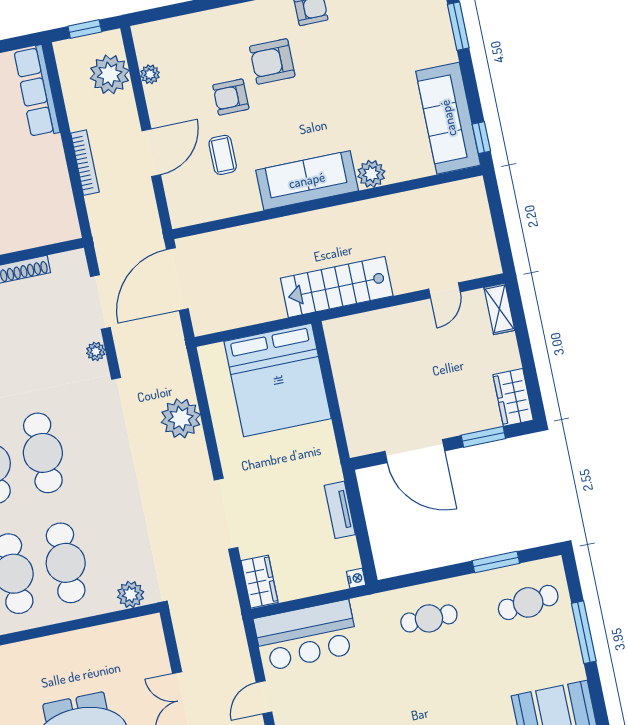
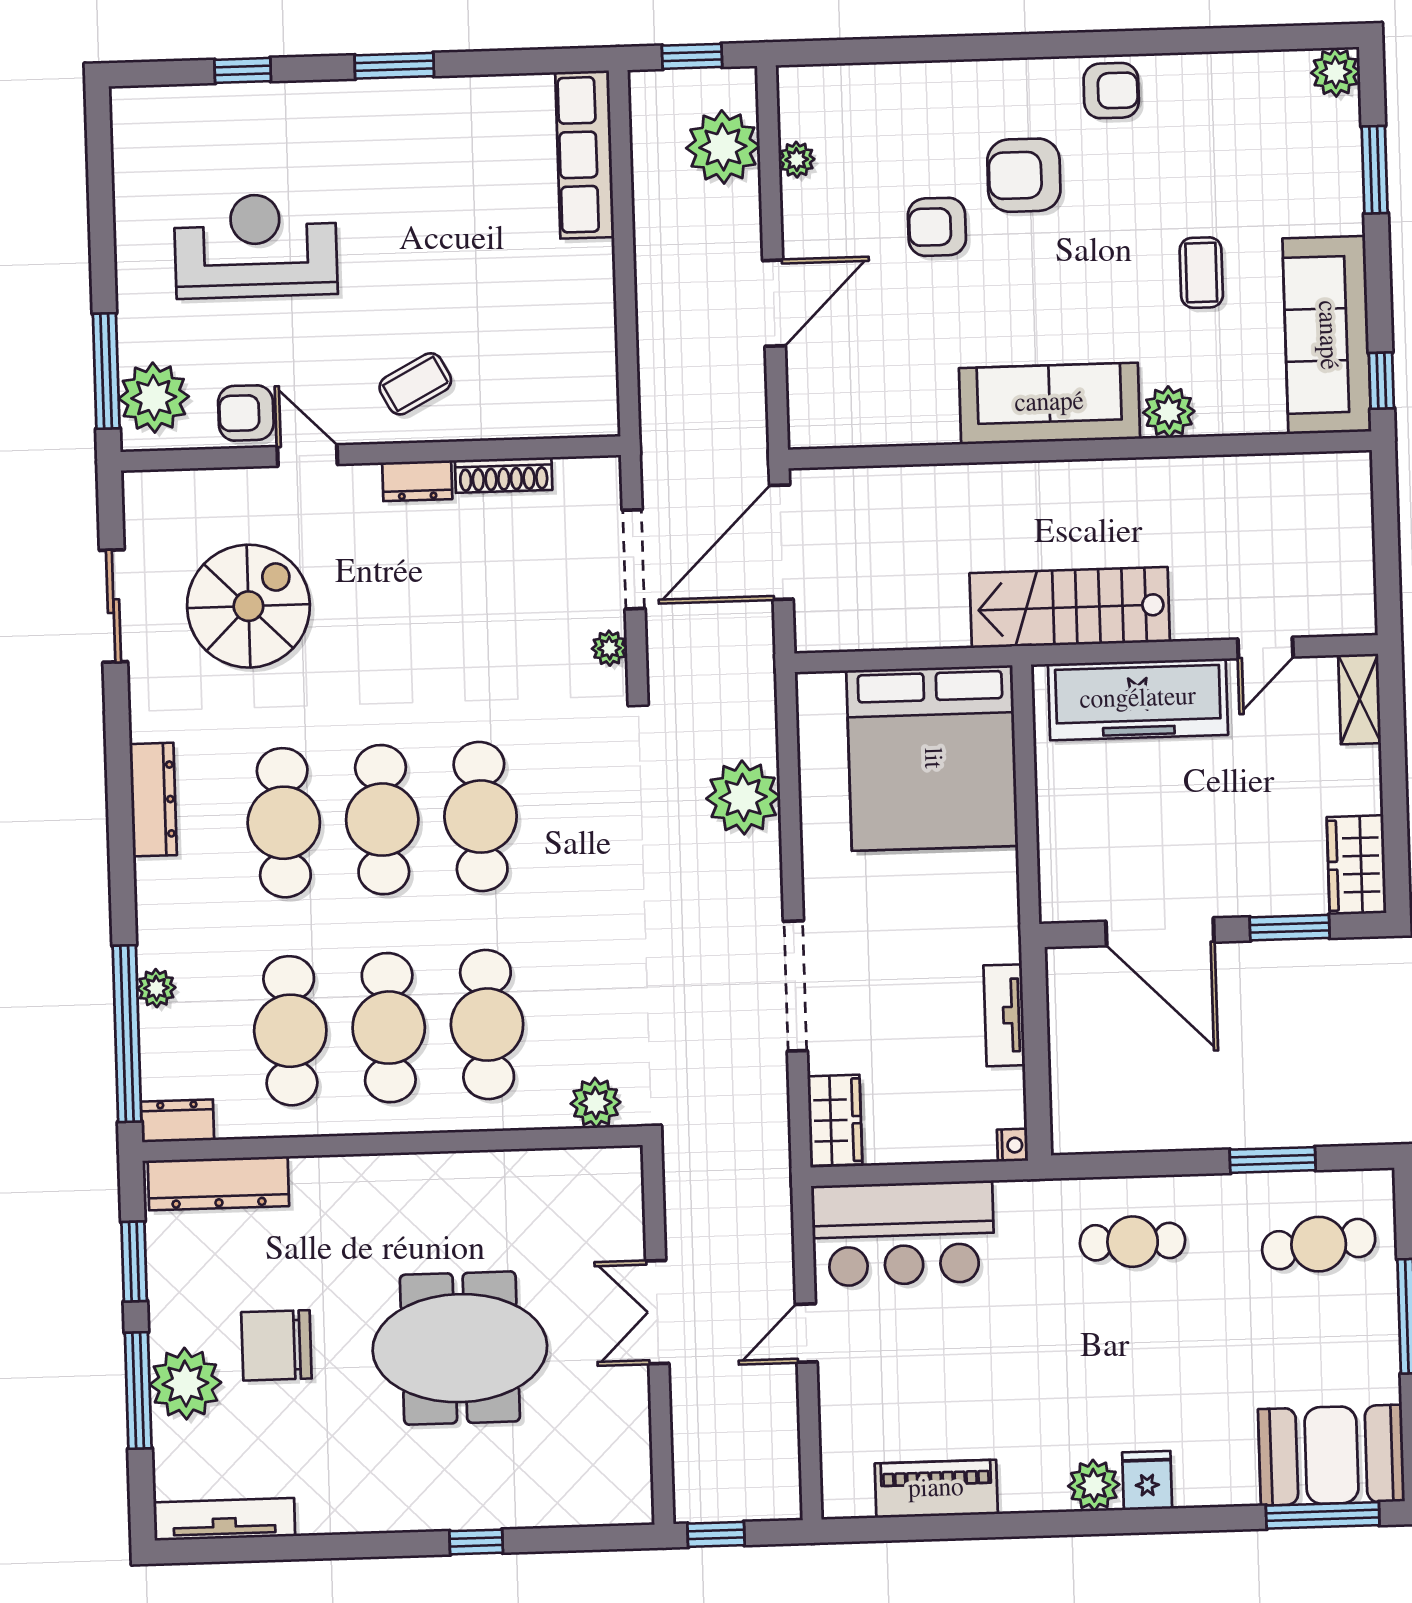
coffee table: (223, 155) -> (1201, 273), moved
bookcase: (85, 163) -> (650, 300), removed
freezer: (382, 330) -> (1138, 699), added

